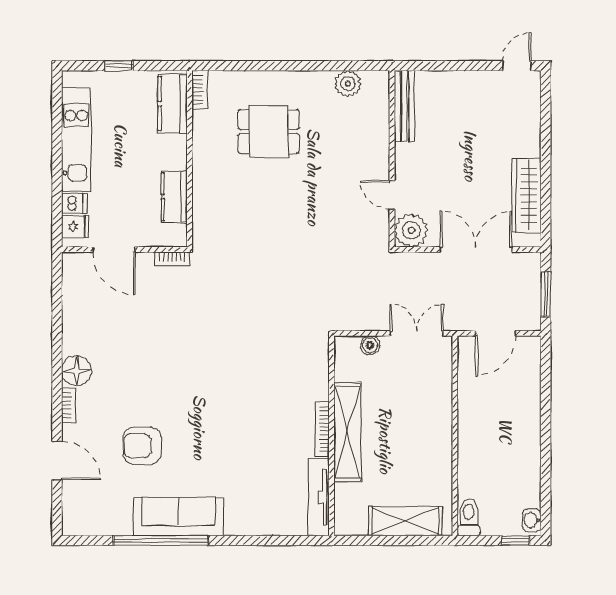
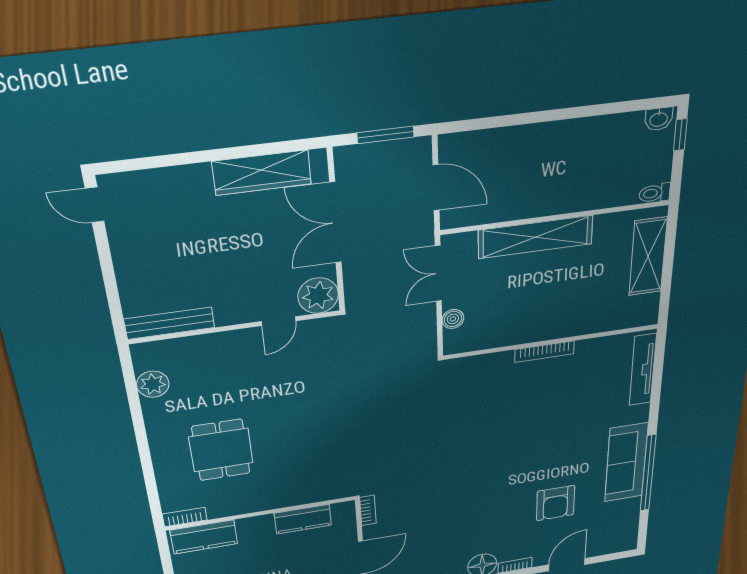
shelving: (347, 432) -> (536, 237), moved
tv unit: (319, 497) -> (643, 370), moved, turned 90
toilet: (469, 517) -> (655, 193), width x0.73, depth x0.72

